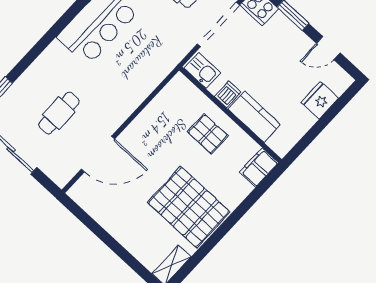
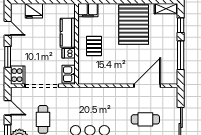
door: (98, 154) -> (147, 86), hinge flipped
window: (97, 230) -> (181, 55), added
window: (134, 264) -> (181, 25), added

